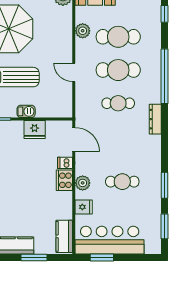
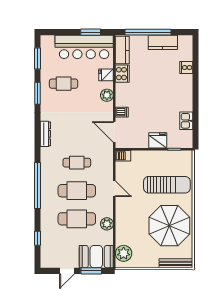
barbecue: (26, 111) -> (123, 156), moved
dresser: (155, 119) -> (45, 134), moved
fridge: (35, 130) -> (158, 140), moved
cooker: (64, 180) -> (122, 74), moved
cafe table: (122, 182) -> (64, 84), moved
window: (34, 258) -> (148, 32), width x2.11

